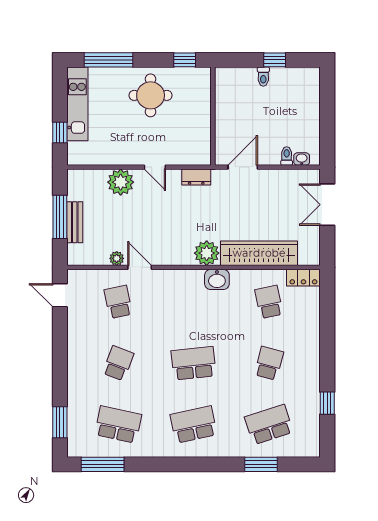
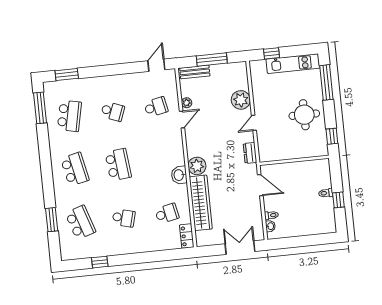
bench: (75, 222) -> (195, 72), moved

